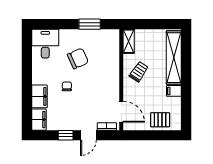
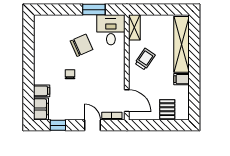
desk: (45, 44) -> (111, 30), moved
filing cabinet: (39, 96) -> (42, 91), width x0.50
pallet: (160, 120) -> (167, 109), turned 90
window: (66, 135) -> (58, 125), moved
door: (88, 135) -> (92, 125), swing flipped

